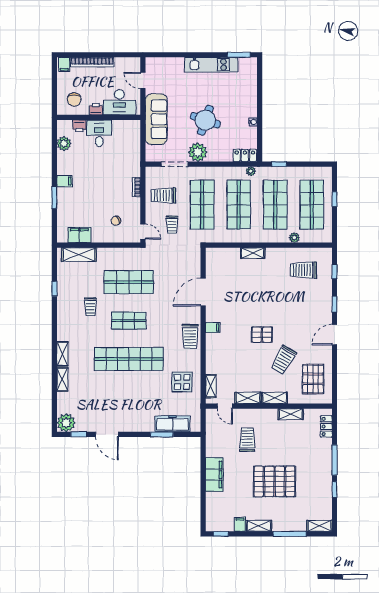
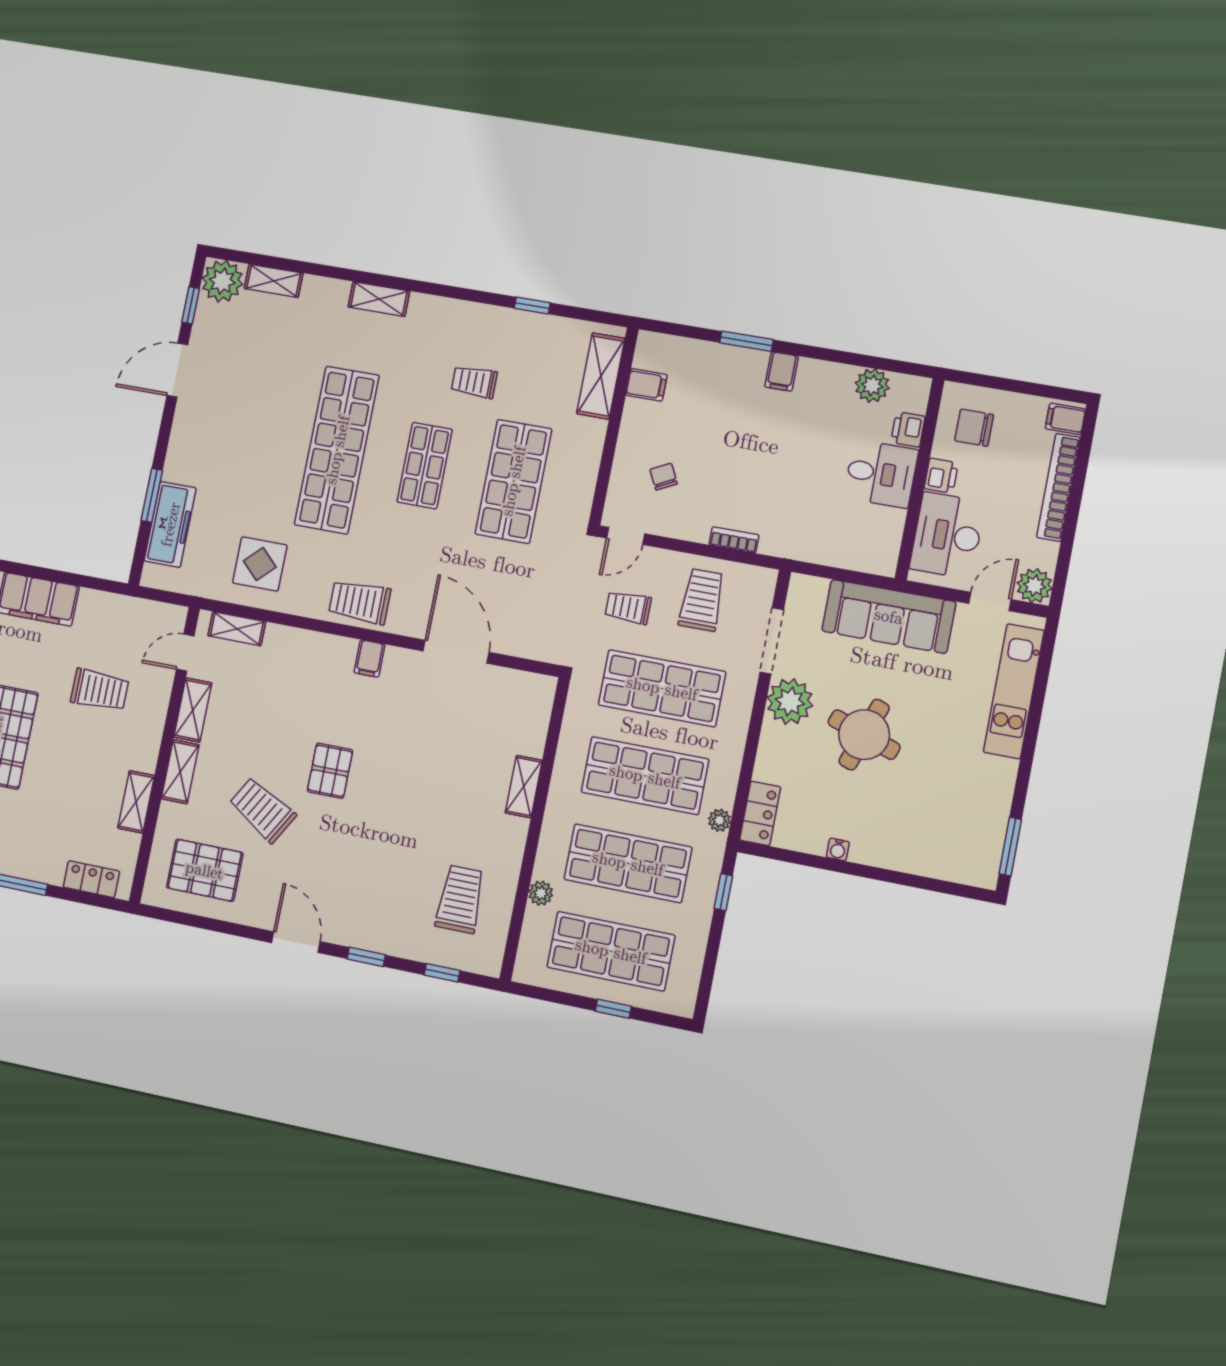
plant: (133, 64) -> (1034, 586), added
kitchen unit: (211, 65) -> (1014, 691), moved
filing cabinet: (79, 235) -> (646, 385), width x0.50
shelving: (62, 379) -> (274, 281), moved

